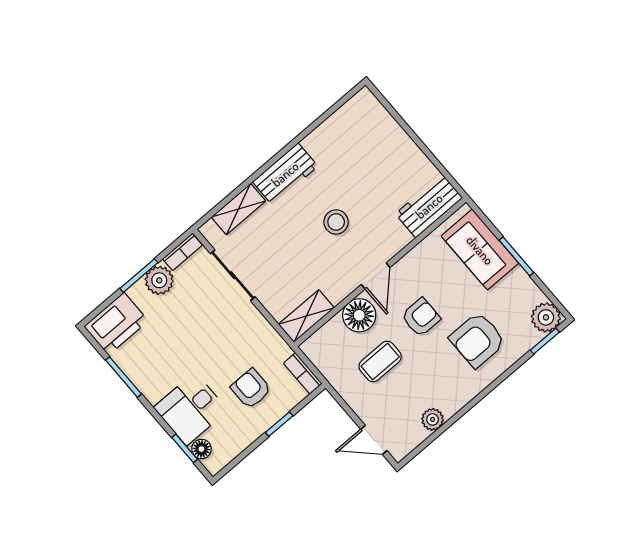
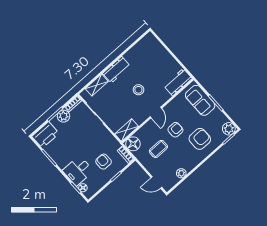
floor lamp: (359, 315) -> (133, 144), moved
armchair: (478, 340) -> (200, 139), turned 180

